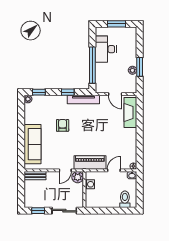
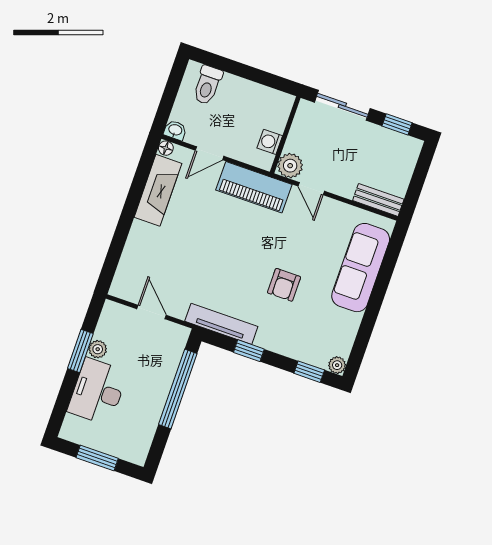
desk: (106, 49) -> (98, 392), moved, turned 180
fireplace: (130, 113) -> (158, 190), moved
door: (65, 170) -> (311, 189), swing flipped

